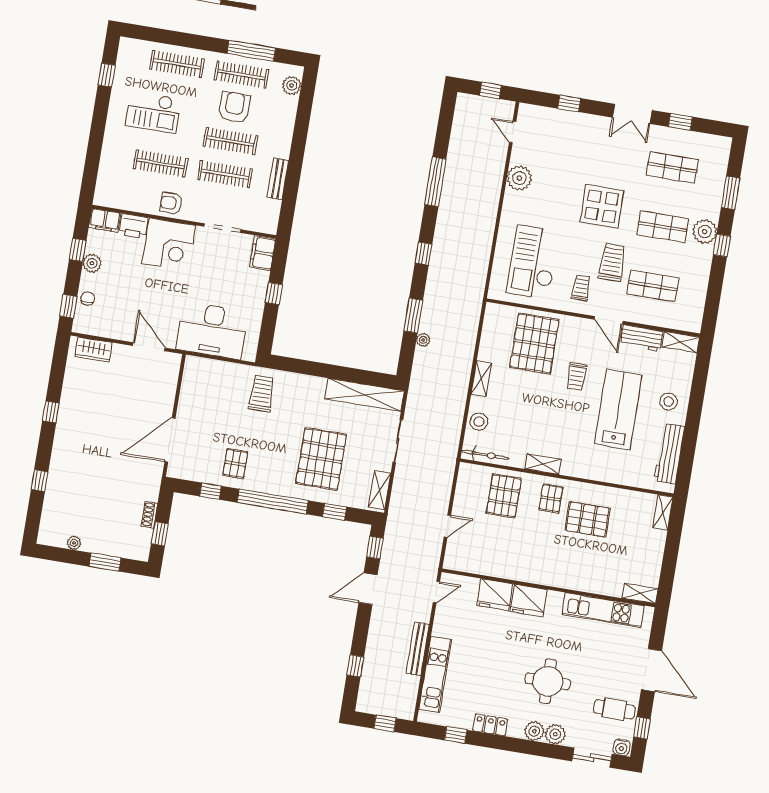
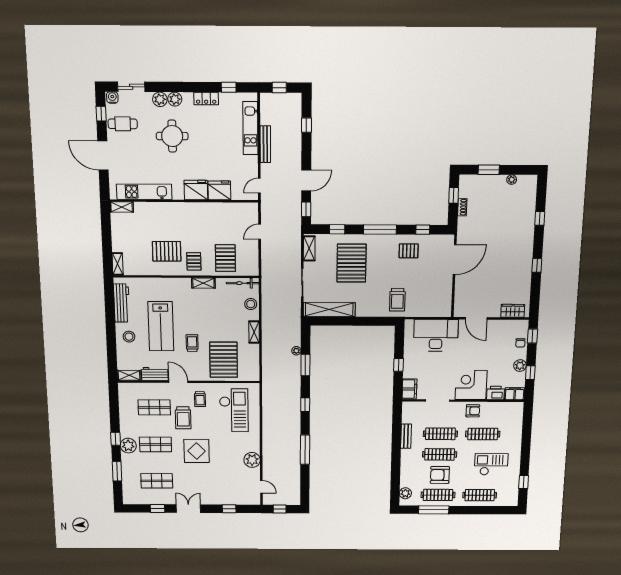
armchair: (234, 107) -> (440, 475), turned 90
pallet: (235, 464) -> (409, 251), turned 90
window: (273, 501) -> (380, 229), width x0.68

